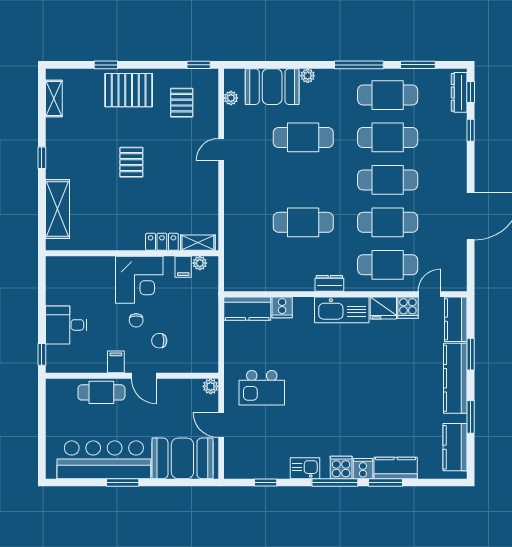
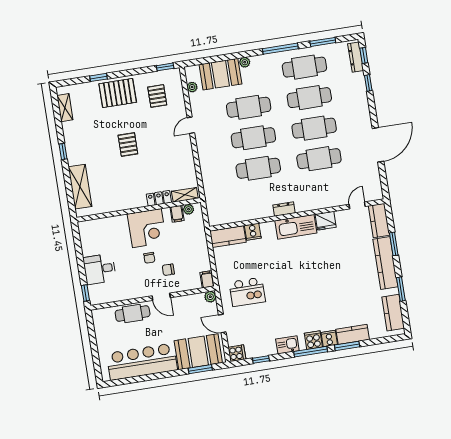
cafe table: (388, 265) -> (253, 138), moved
cooker: (408, 308) -> (237, 353), moved, turned -90
filing cabinet: (116, 362) -> (207, 279), moved
window: (123, 482) -> (200, 369), moved

